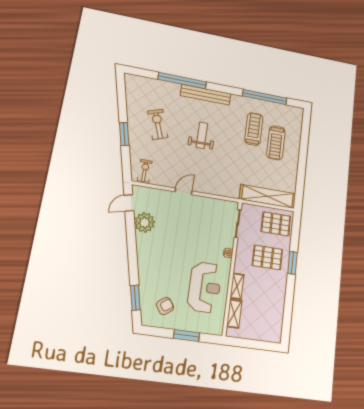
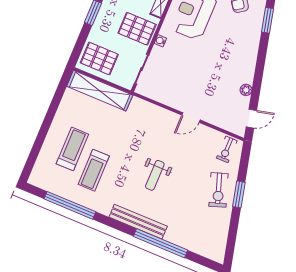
exercise bike: (158, 124) -> (218, 190), moved
plant: (145, 223) -> (246, 90), width x0.53, depth x0.53
pallet: (267, 257) -> (137, 29), moved

